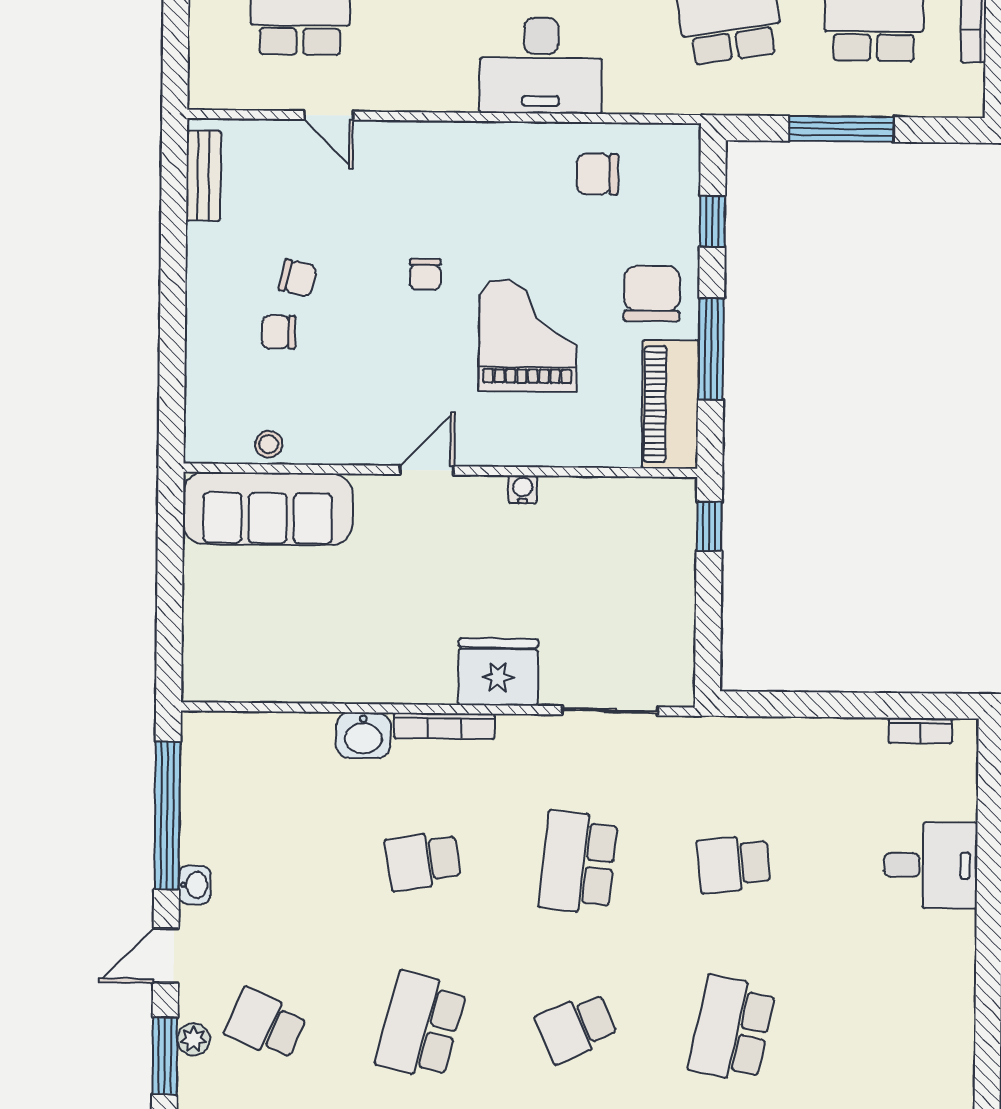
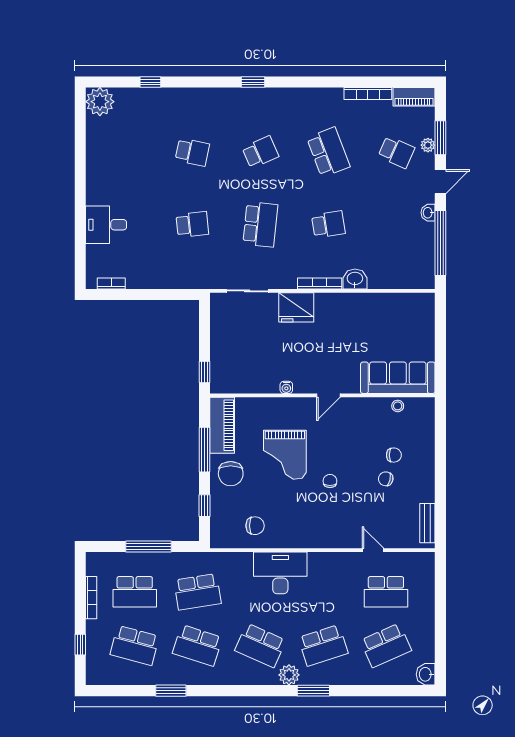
school desk: (421, 1026) -> (328, 152), turned -36
school desk: (732, 1029) -> (192, 152), width x0.54

